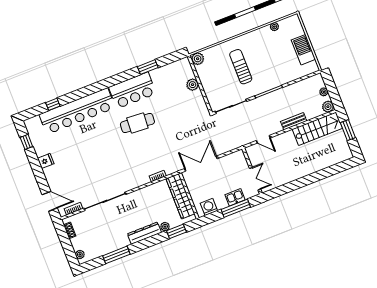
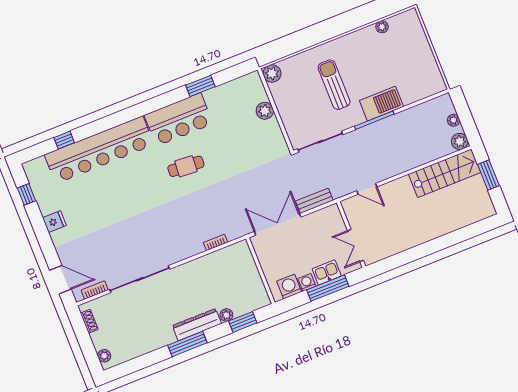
barbecue: (303, 50) -> (381, 104), moved, turned 90
bench: (294, 121) -> (314, 201), moved
cafe table: (137, 123) -> (186, 166), width x0.73, depth x0.74
double door: (255, 179) -> (356, 246), swing flipped
wardrobe: (180, 196) -> (248, 271), removed
washing machine: (221, 204) -> (307, 282), added
window: (116, 255) -> (187, 344), moved

